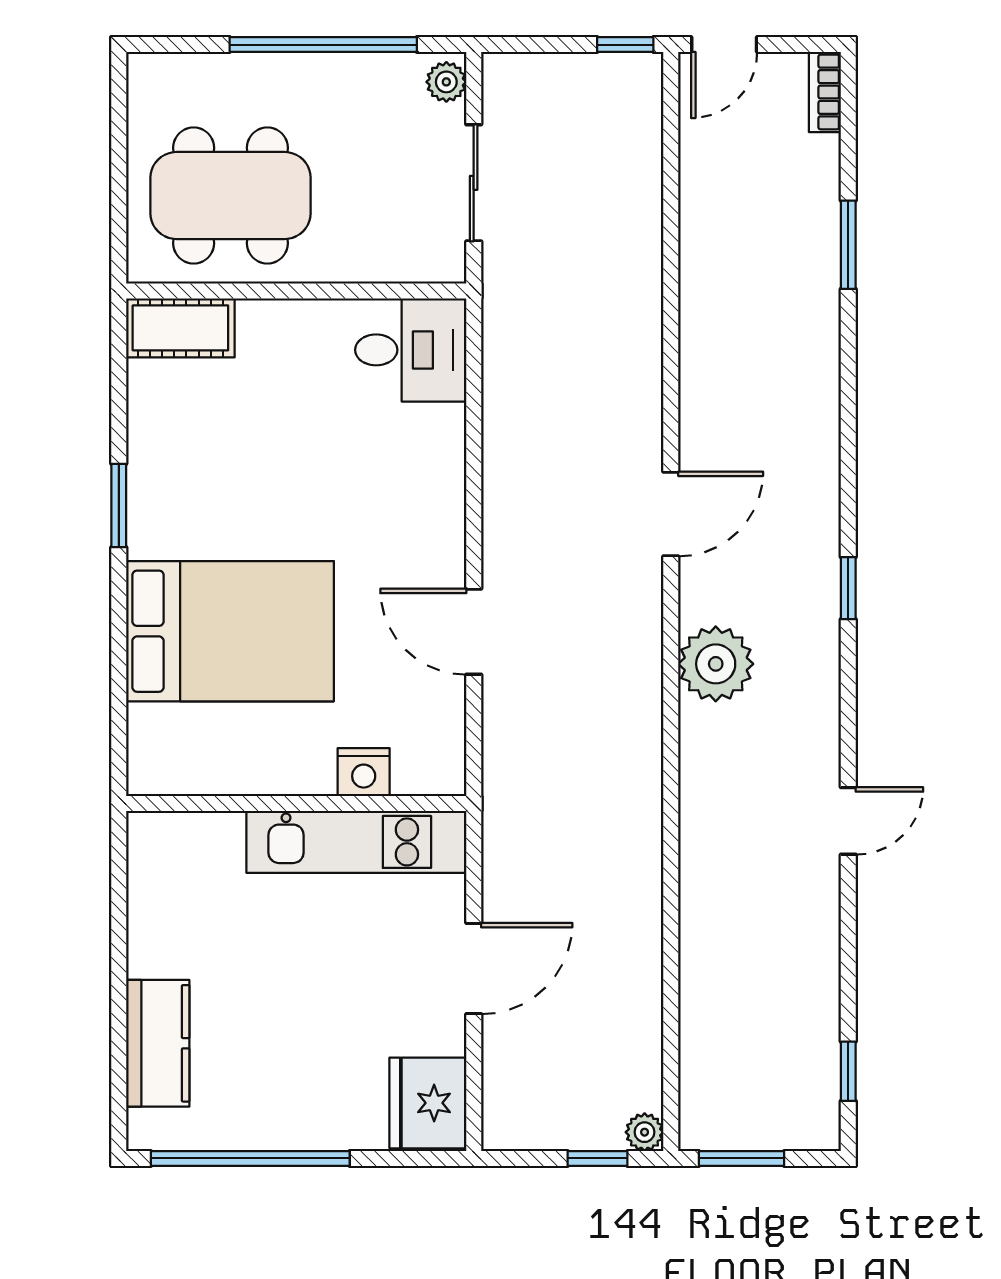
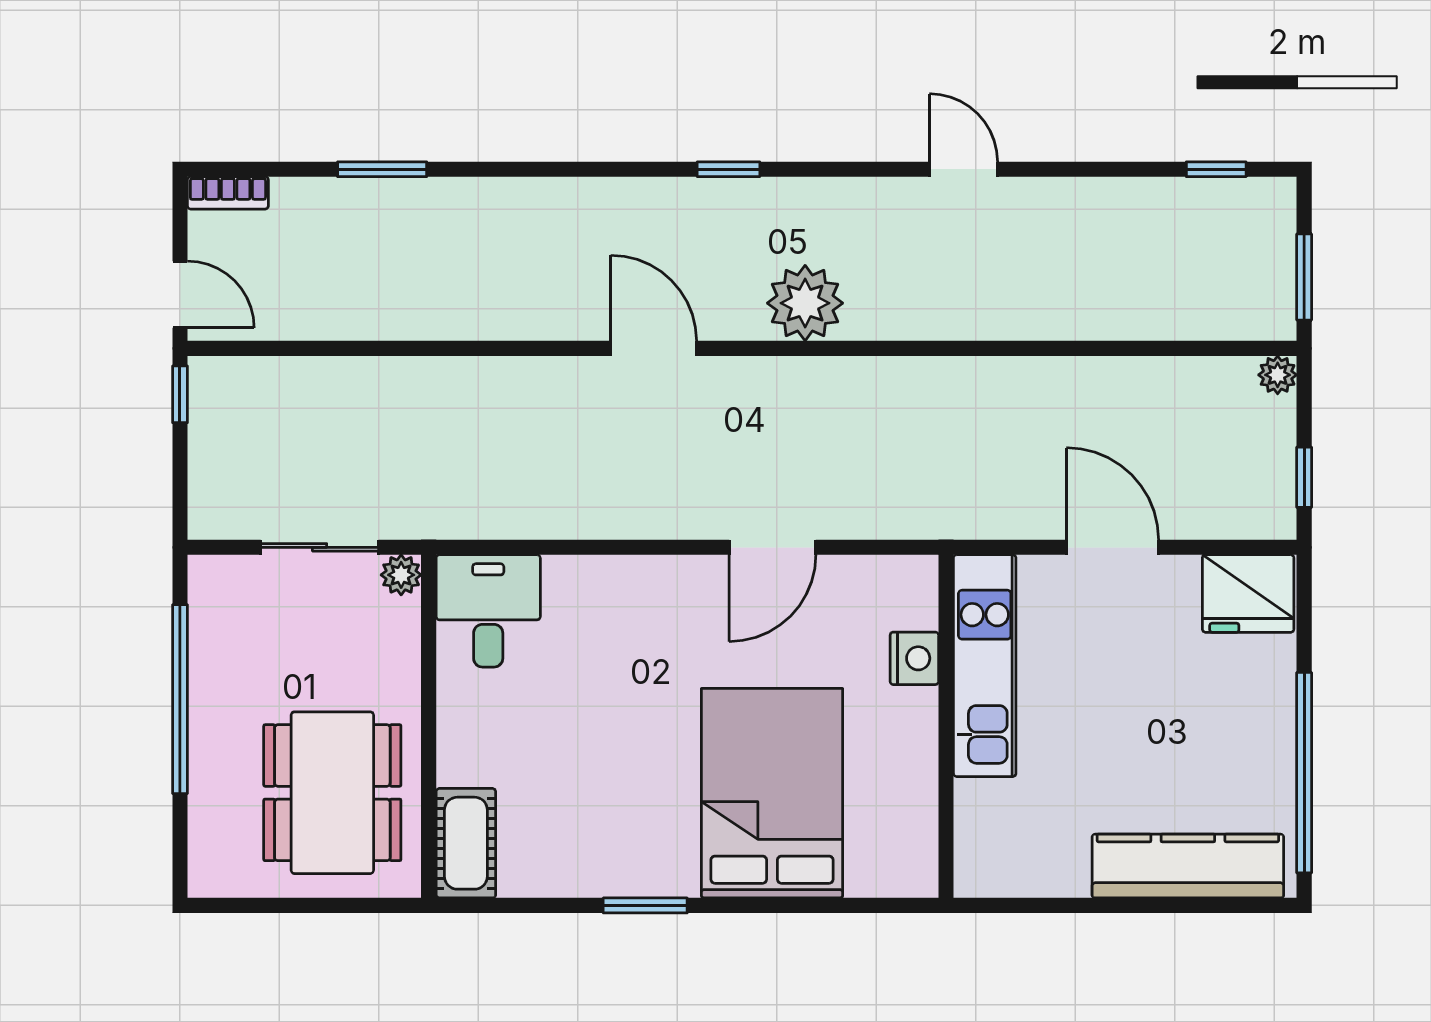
plant: (446, 82) -> (401, 575), moved
kitchen counter: (158, 1043) -> (1188, 866), width x1.50
window: (598, 1158) -> (1304, 477), moved

